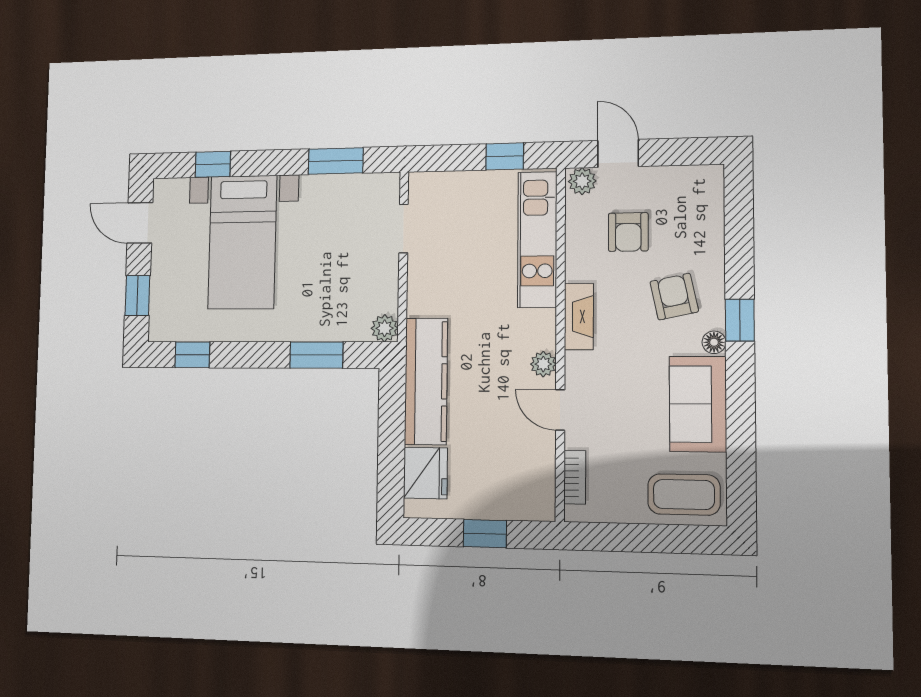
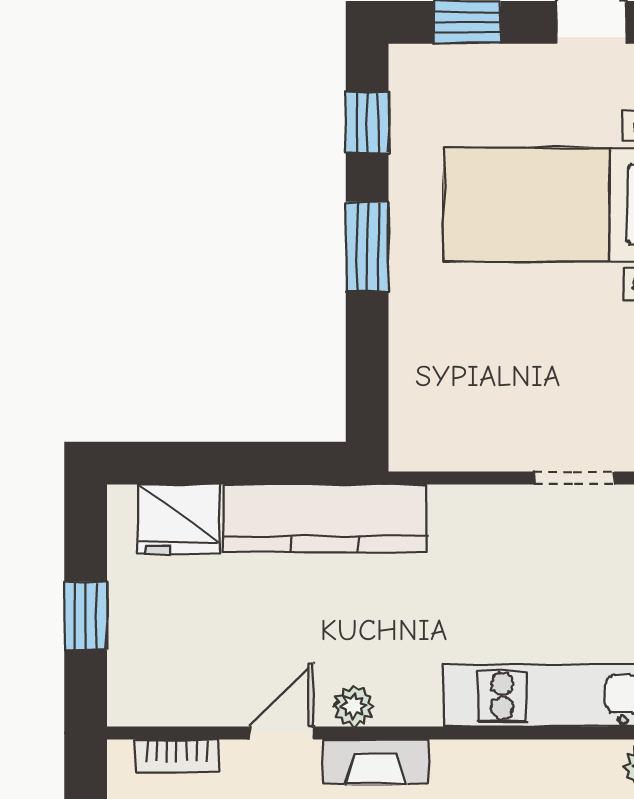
fireplace: (579, 317) -> (376, 762), moved
plant: (385, 328) -> (411, 449), removed
window: (316, 355) -> (367, 246), moved

